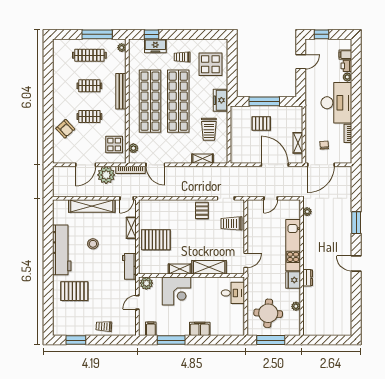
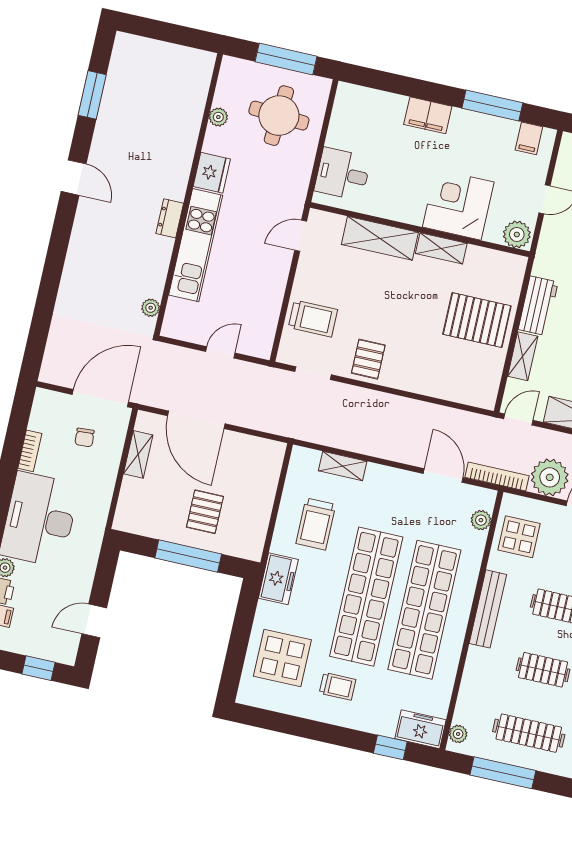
freezer: (155, 46) -> (421, 729), moved
bench: (121, 91) -> (488, 609), moved
pallet: (261, 123) -> (205, 512), turned 90
trolley: (209, 129) -> (316, 524), turned 180
window: (356, 223) -> (92, 95), moved
workbench: (129, 266) -> (538, 306), moved
dresser: (308, 278) -> (170, 218), moved

